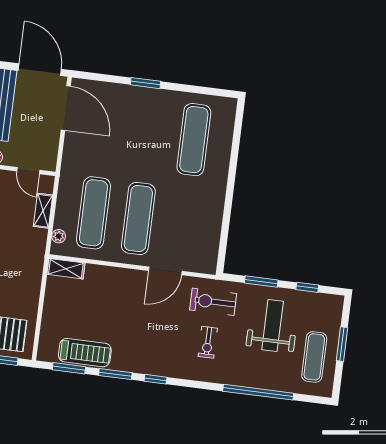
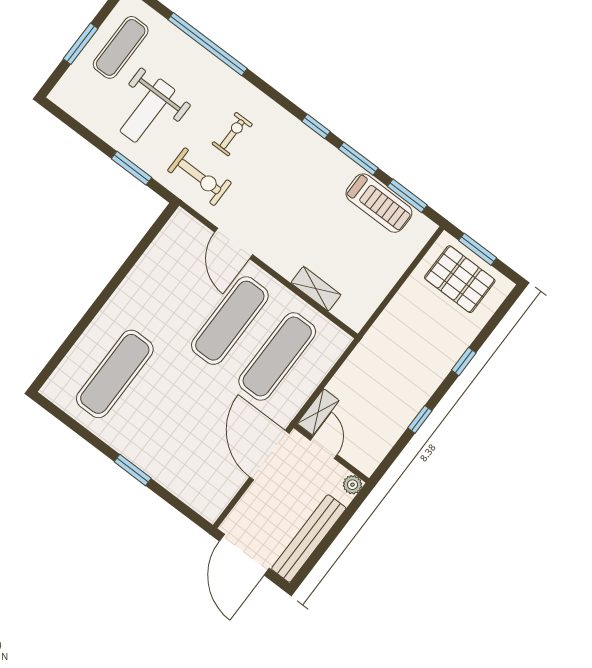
door: (66, 108) -> (269, 455), moved
shelving: (43, 211) -> (318, 412), moved
plant: (59, 236) -> (332, 353), removed
shelving: (66, 269) -> (316, 289), moved
door: (165, 271) -> (234, 243), swing flipped
window: (307, 287) -> (83, 131), removed
treadmill: (85, 353) -> (379, 203), turned 180

